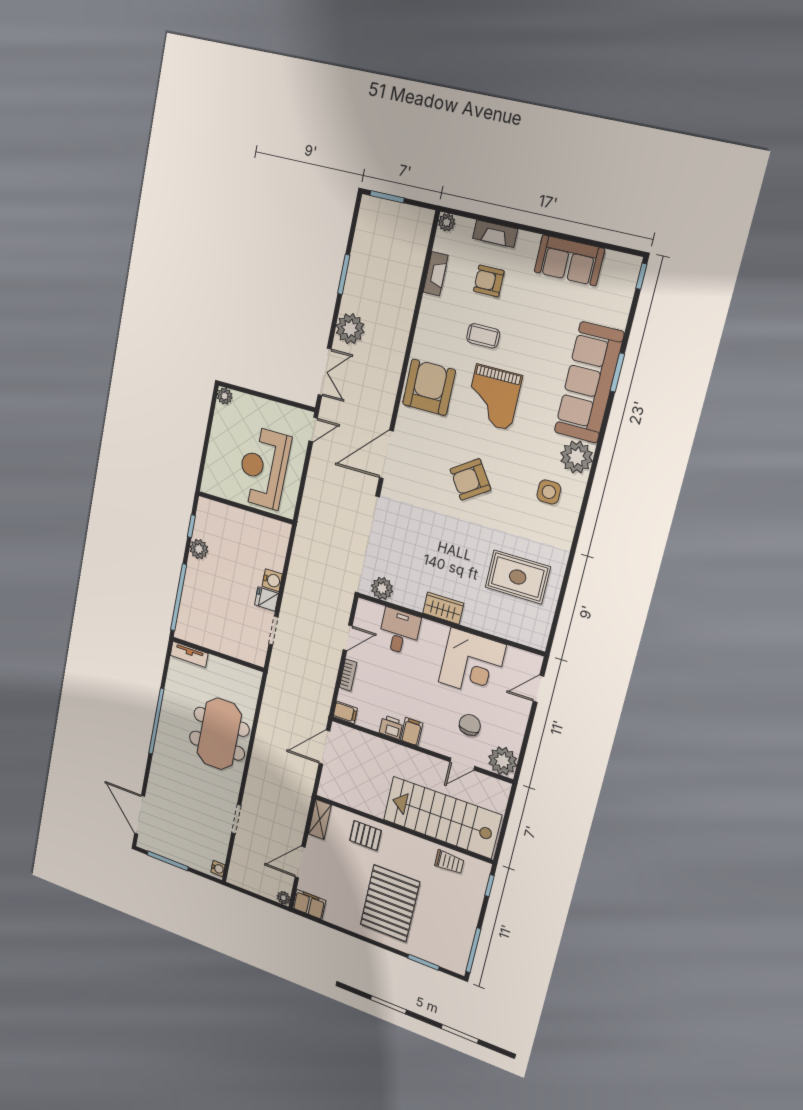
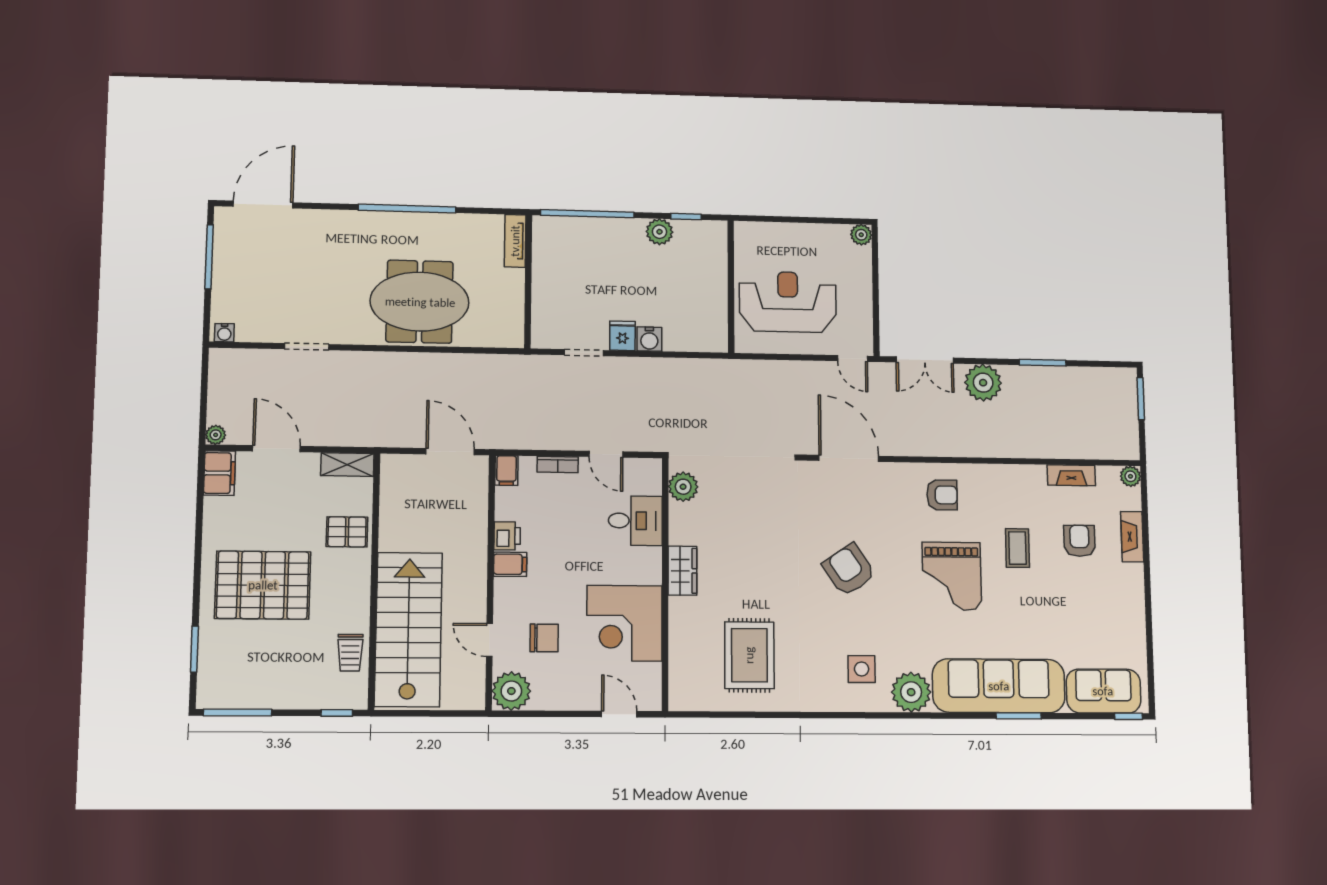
sofa: (569, 260) -> (1103, 691), moved, turned 90
armchair: (429, 387) -> (942, 495), width x0.53, depth x0.53
grand piano: (493, 397) -> (952, 576), turned -90
pallet: (365, 835) -> (347, 532), turned 90

